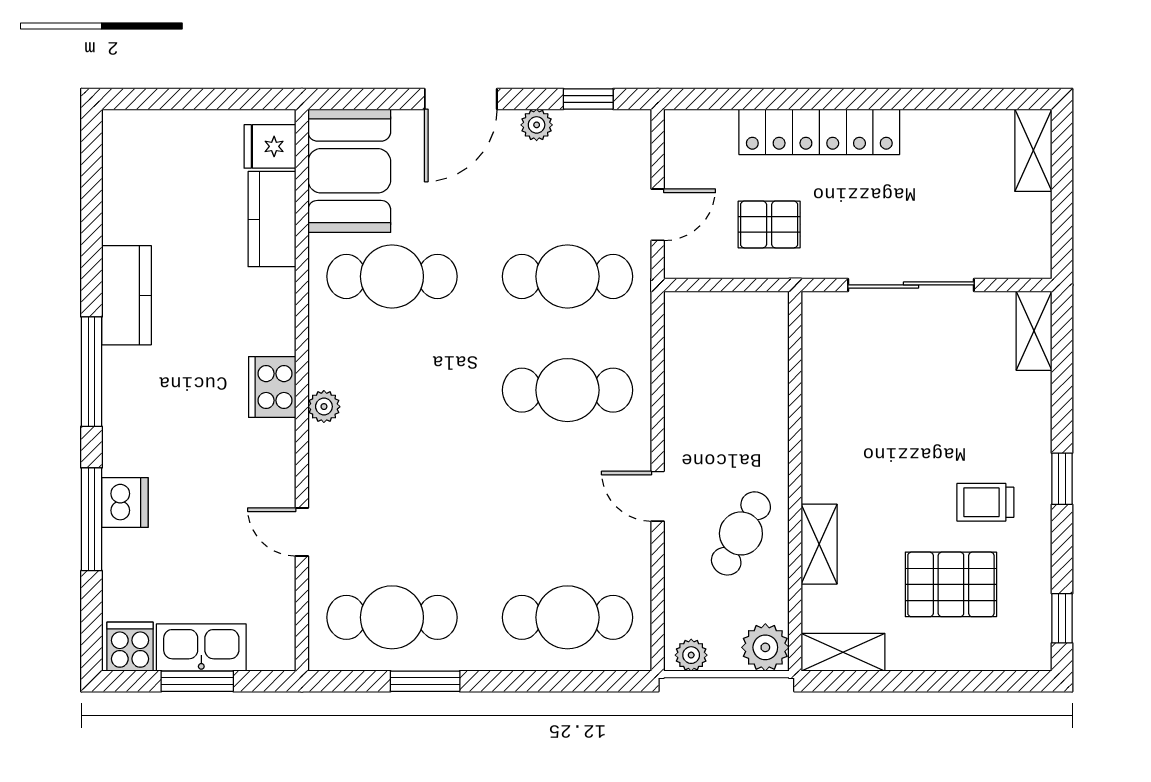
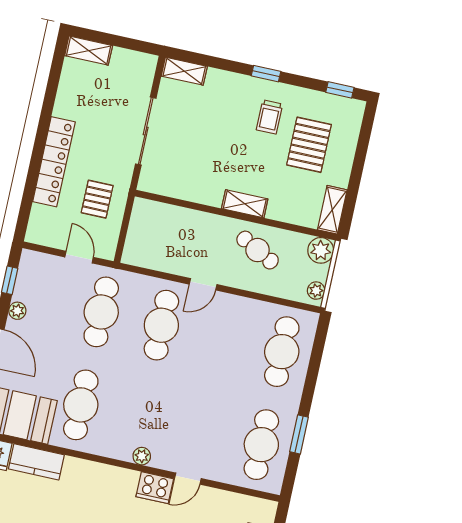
cooker: (272, 387) -> (155, 488), moved
door: (658, 496) -> (203, 284), moved
door: (302, 532) -> (188, 479), moved
shelving: (819, 544) -> (245, 204), moved

